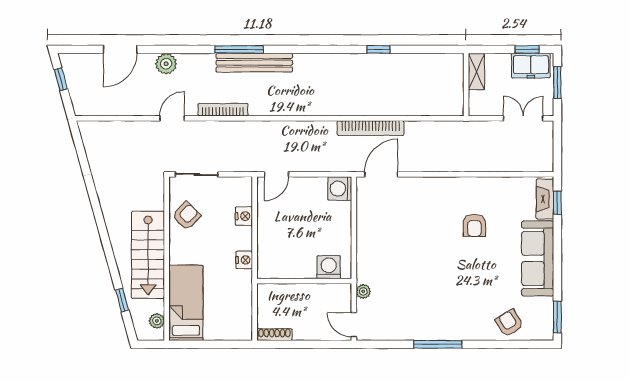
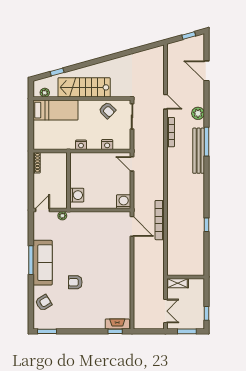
plant: (166, 64) -> (198, 113), moved
freezer: (531, 66) -> (197, 316), removed
shelving: (476, 72) -> (178, 283), moved
armchair: (474, 225) -> (75, 282), moved
sofa: (538, 258) -> (43, 263), moved, turned 90

